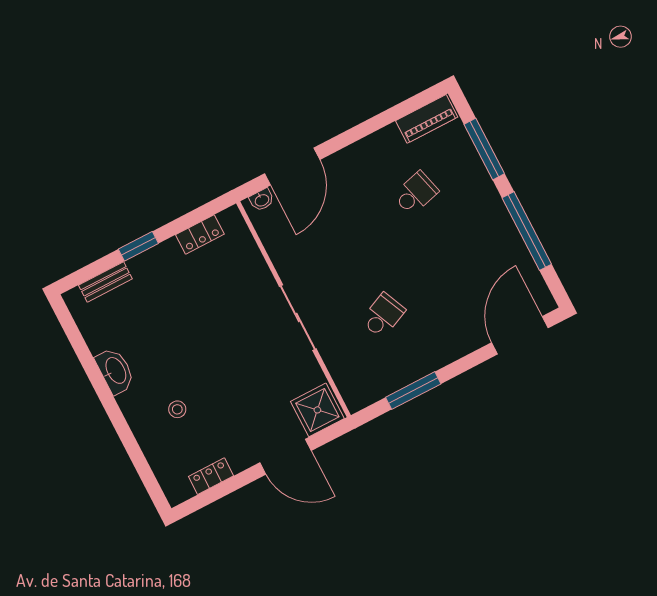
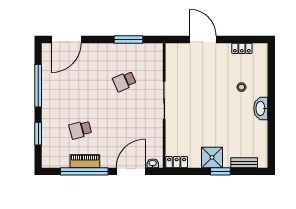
piano: (427, 119) -> (85, 161), moved
window: (372, 125) -> (84, 171), added
window: (484, 149) -> (38, 134), width x0.69
locker: (200, 234) -> (177, 162), moved
washbasin: (115, 371) -> (261, 108), moved
shower: (317, 410) -> (212, 157), moved

